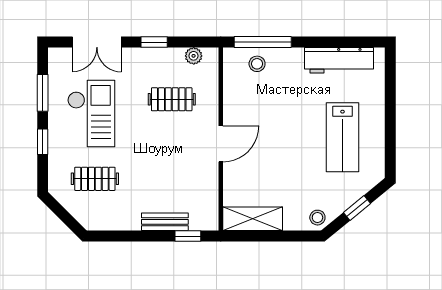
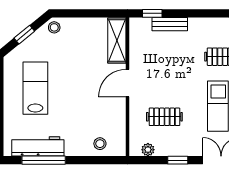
window: (263, 42) -> (44, 160), moved
shelving: (253, 219) -> (117, 40), moved, turned 90

